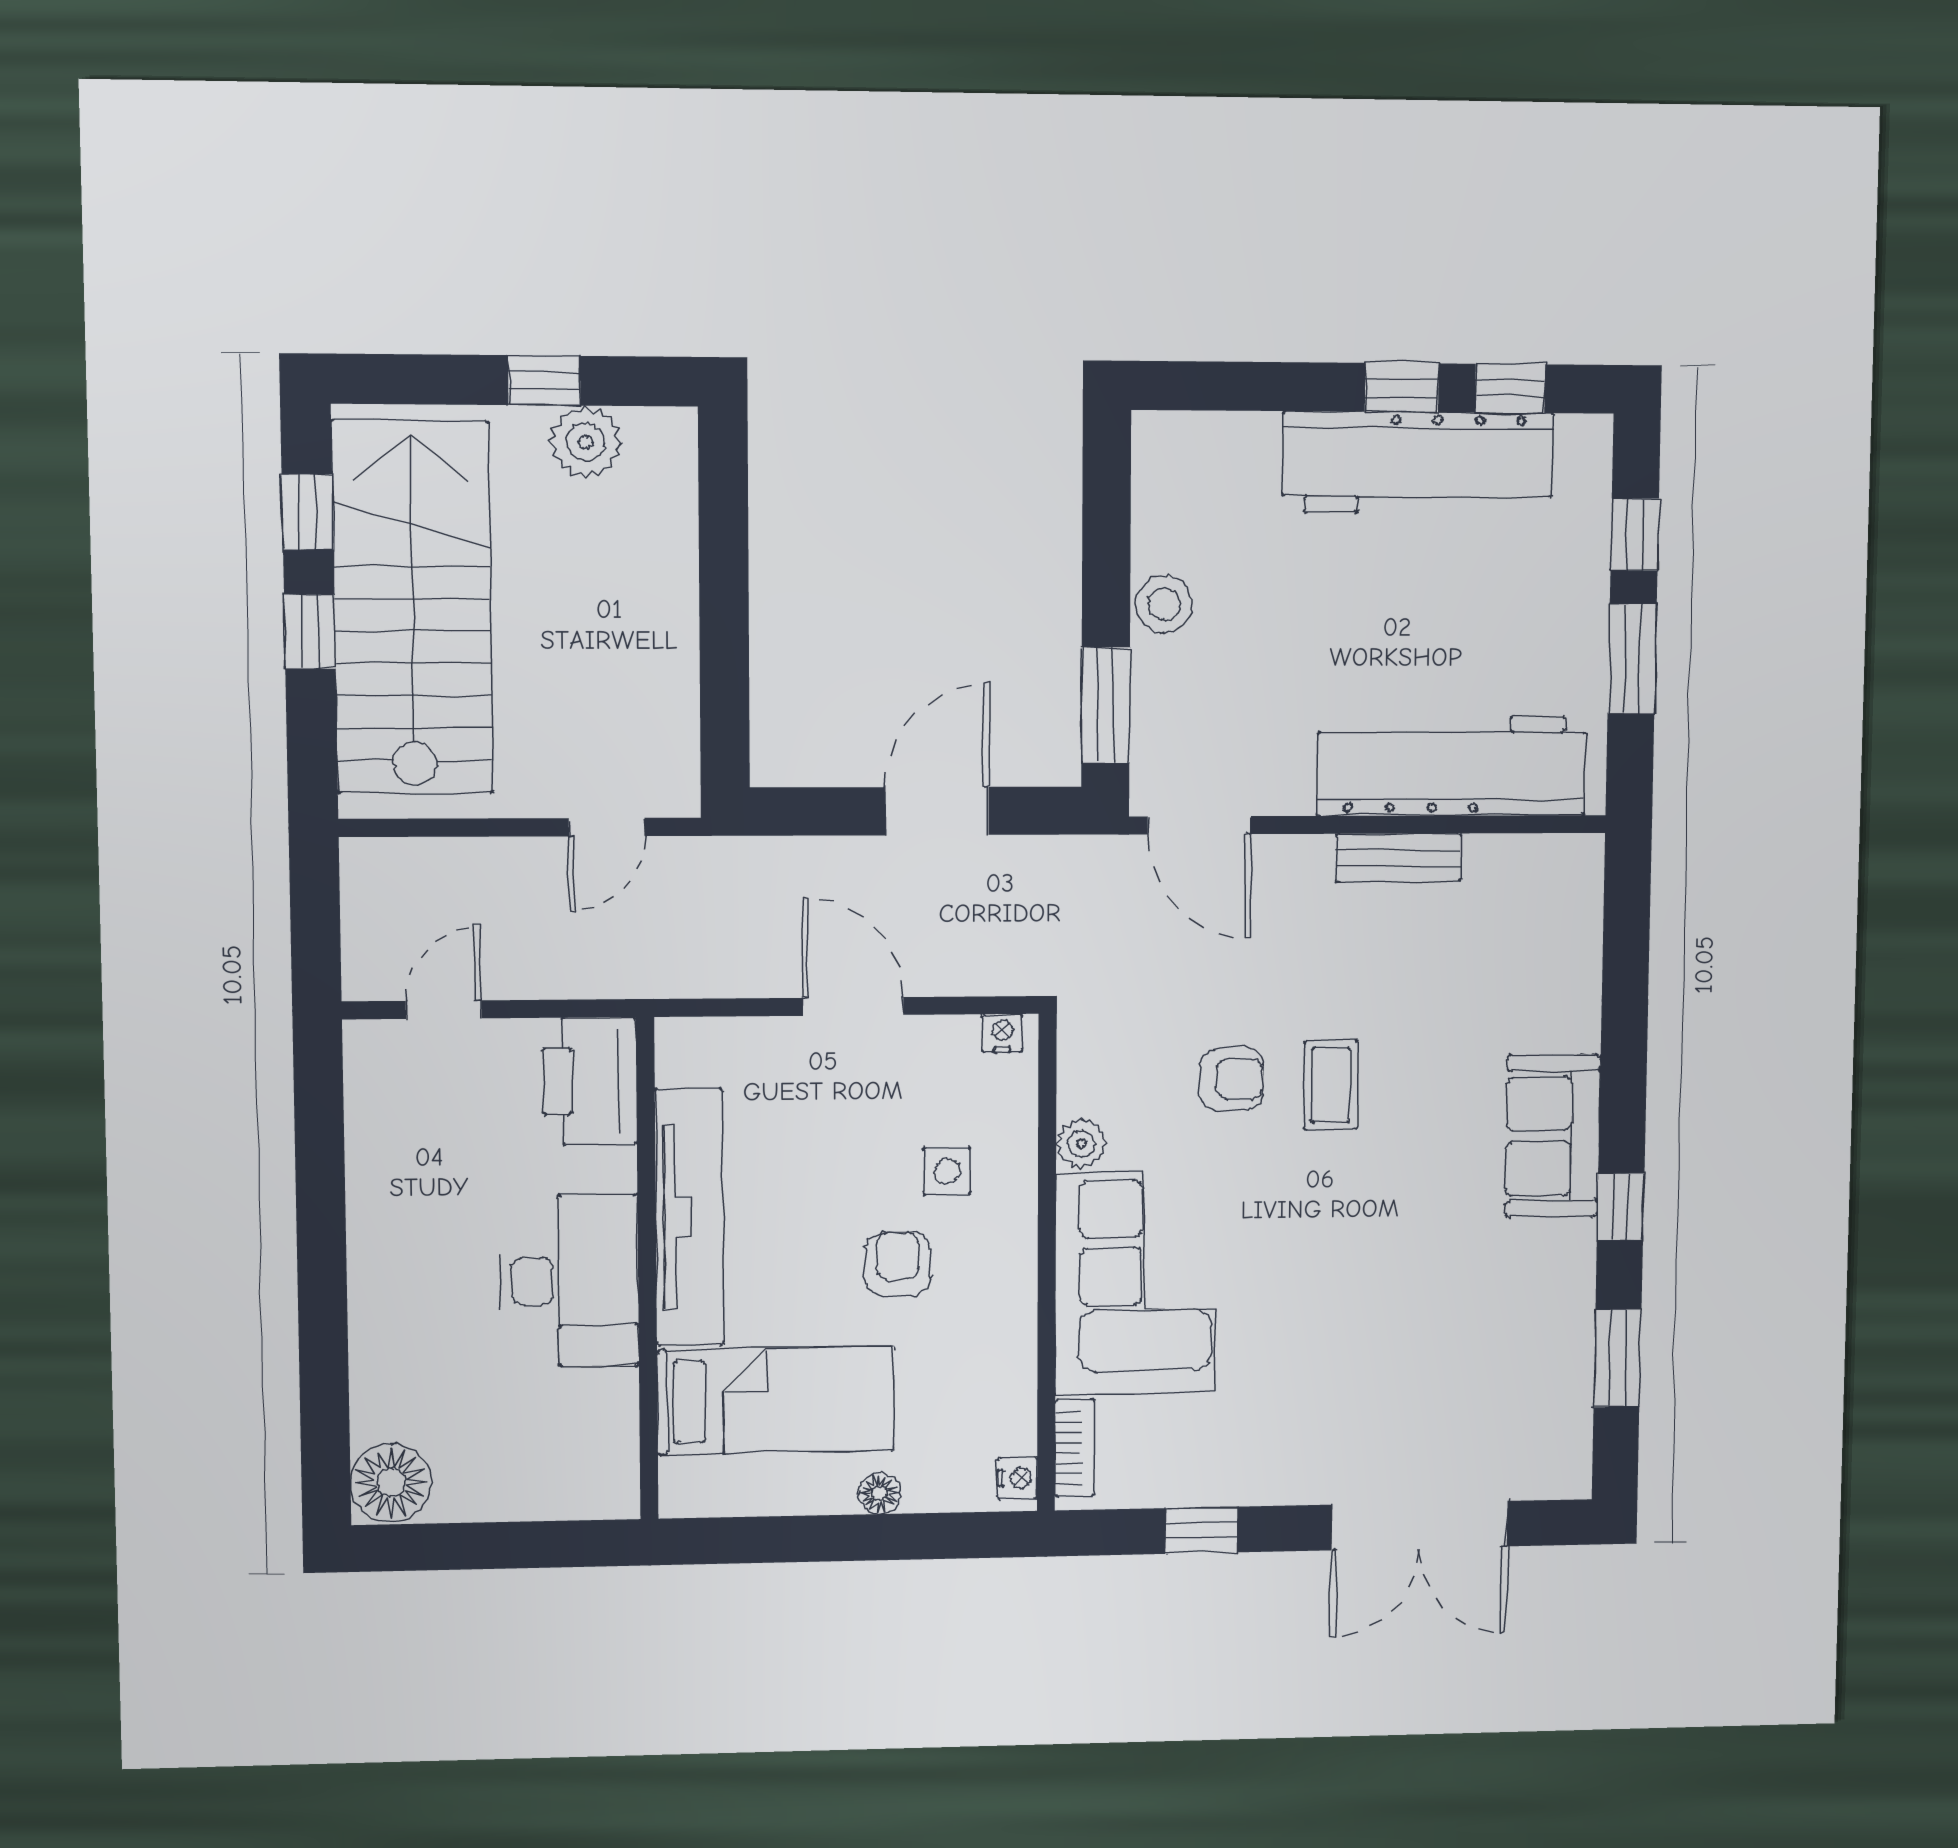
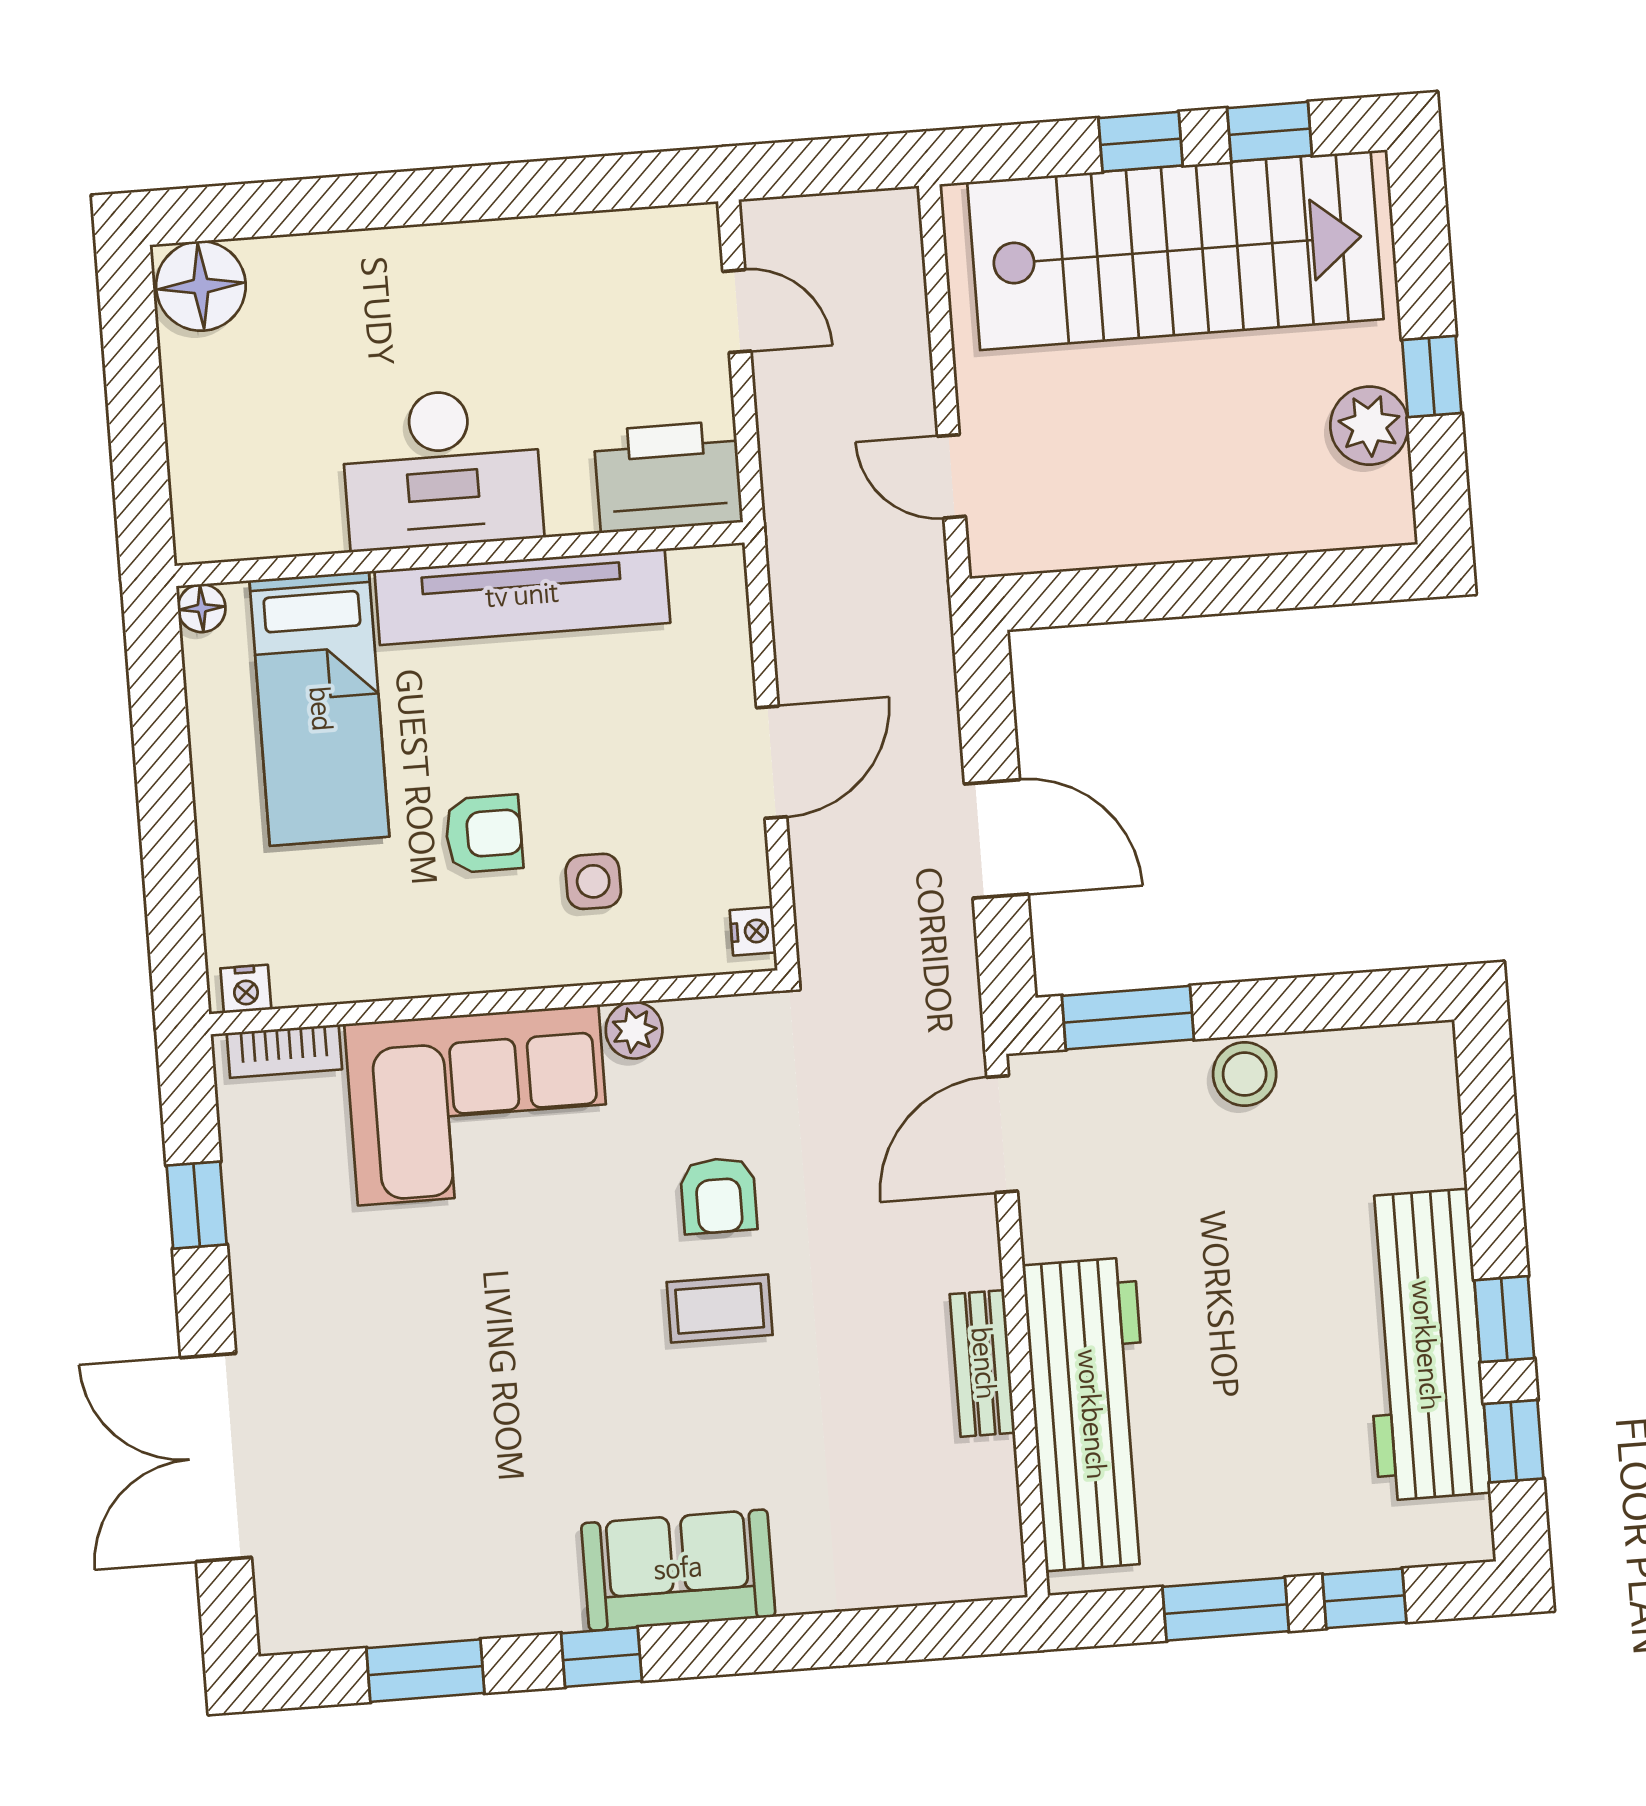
floor lamp: (879, 1494) -> (202, 608), moved

